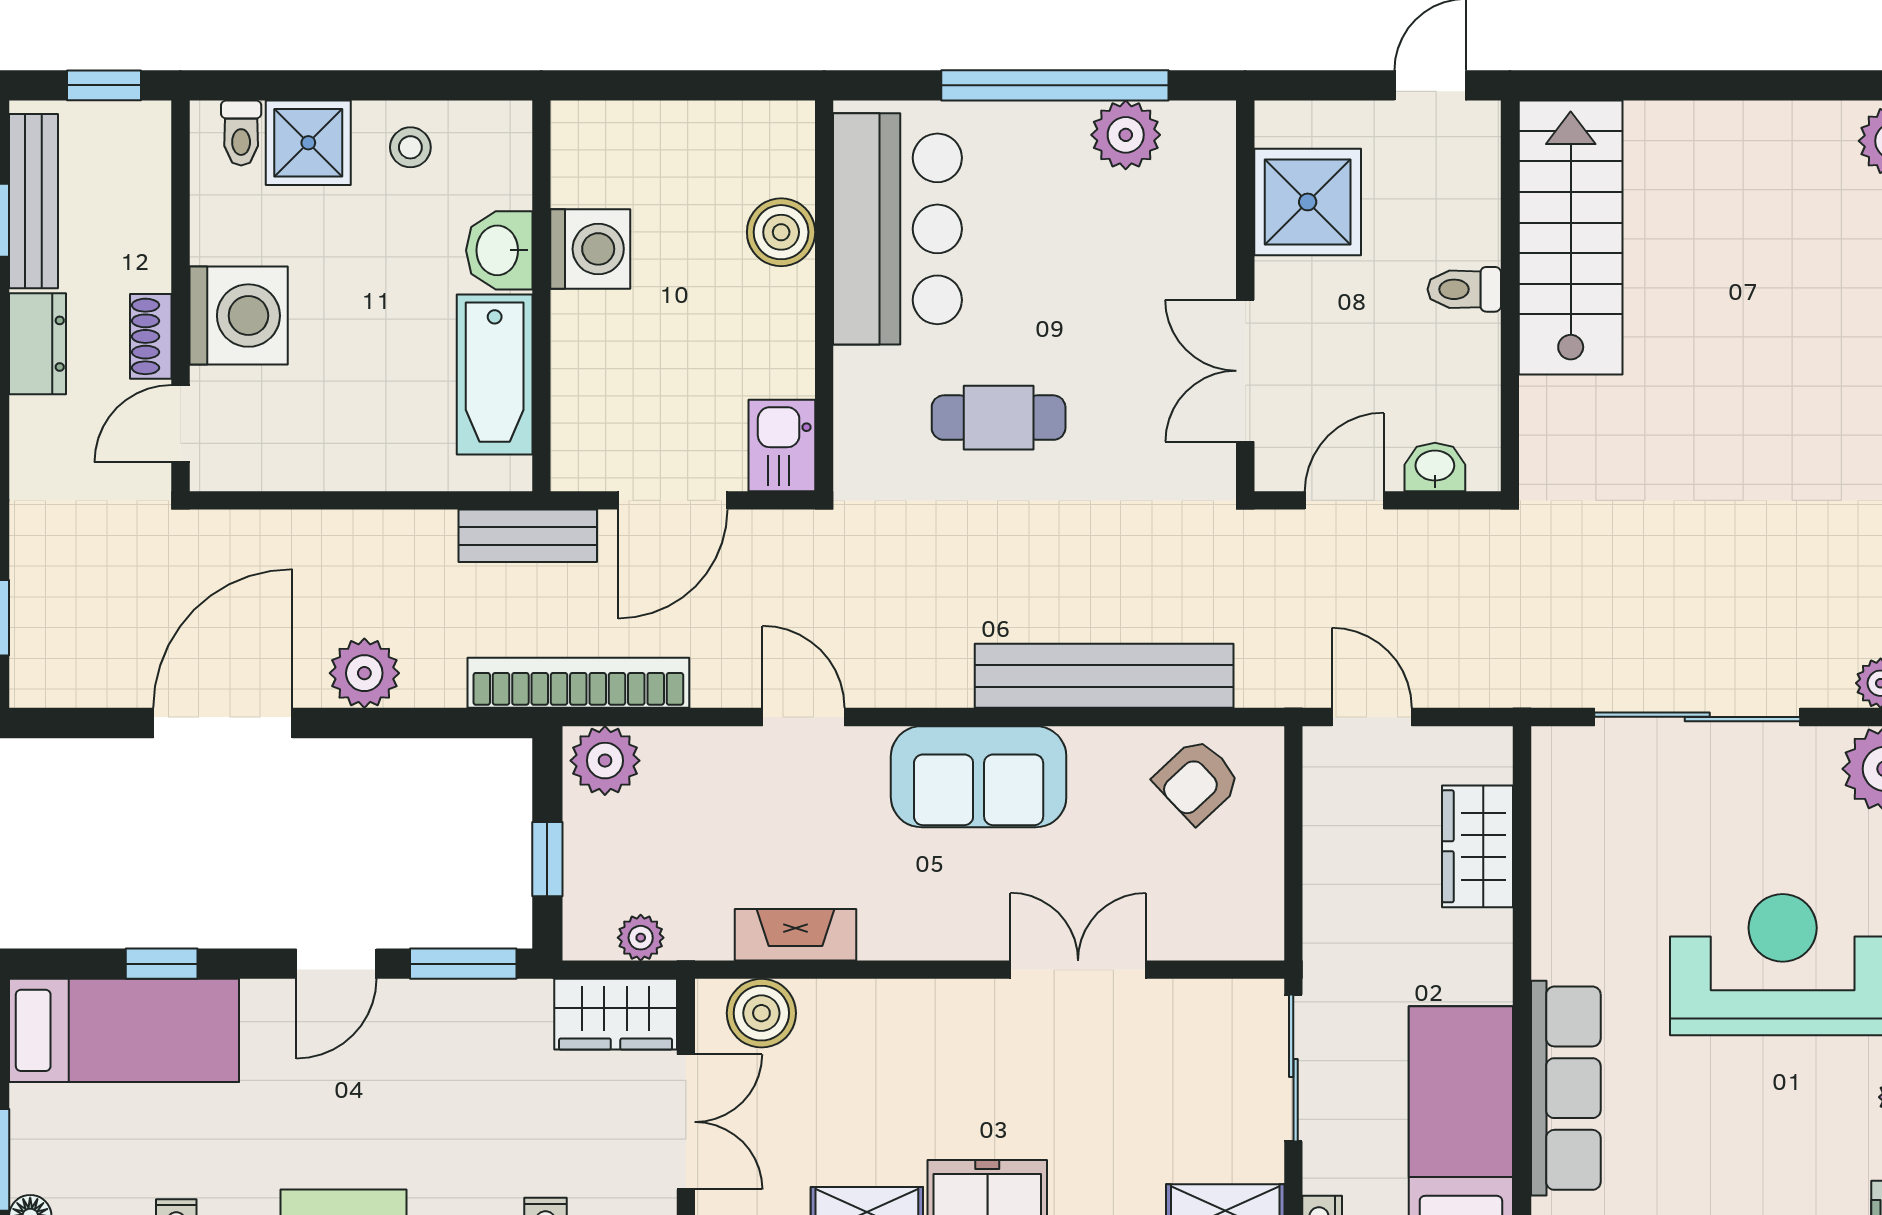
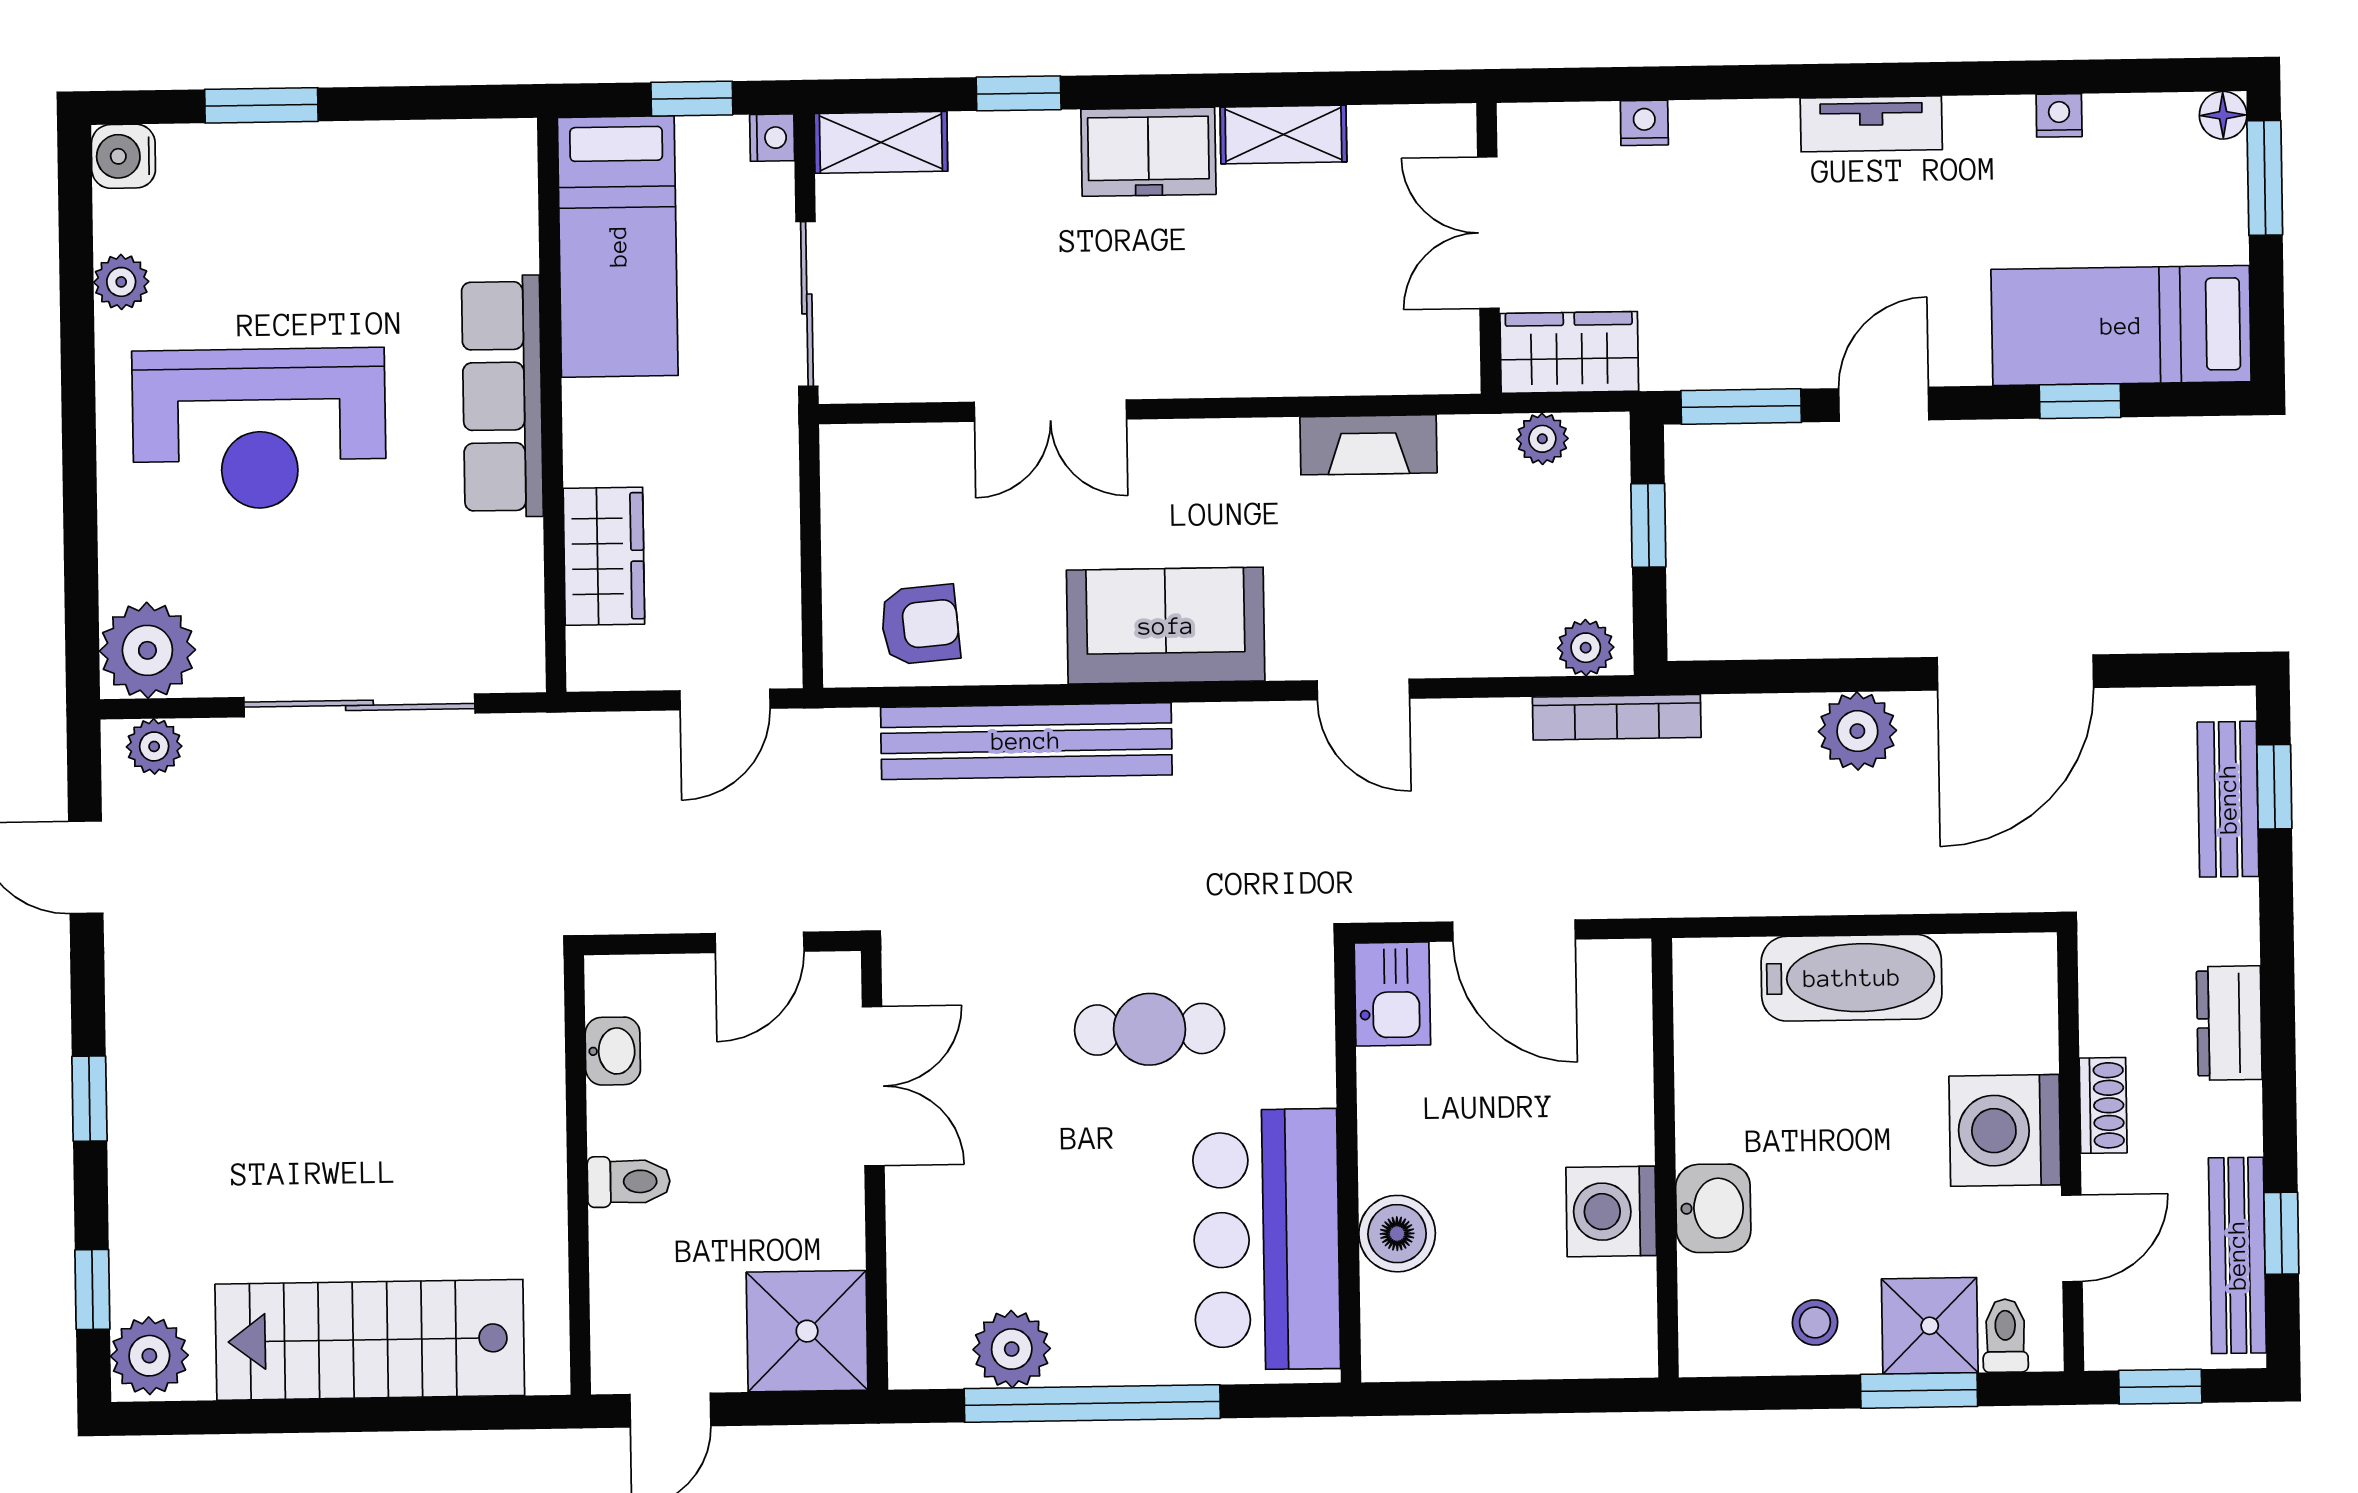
window: (319, 85) -> (1919, 1390), added
shower: (1308, 202) -> (807, 1331), moved
stairs: (1571, 237) -> (370, 1340), moved, turned 90
dresser: (38, 344) -> (2229, 1023), moved
bathtub: (495, 375) -> (1852, 978), moved, turned 90
door: (180, 424) -> (2072, 1238), moved
washbasin: (1435, 467) -> (613, 1051), moved, turned -90
door: (673, 500) -> (1514, 930), swing flipped
bench: (528, 536) -> (2228, 799), moved, turned 90
bookcase: (578, 683) -> (1617, 717), width x0.68, depth x0.76
door: (1372, 717) -> (725, 700), hinge flipped
plant: (605, 761) -> (1586, 648), width x0.73, depth x0.73
armchair: (1197, 781) -> (920, 625), turned 38
boiler: (761, 1013) -> (1405, 356), removed
row of seats: (1566, 1088) -> (502, 396), moved

